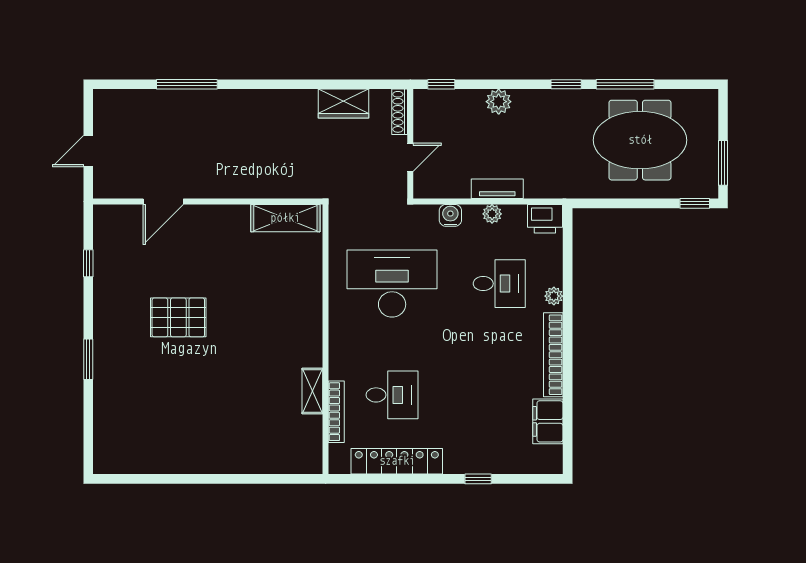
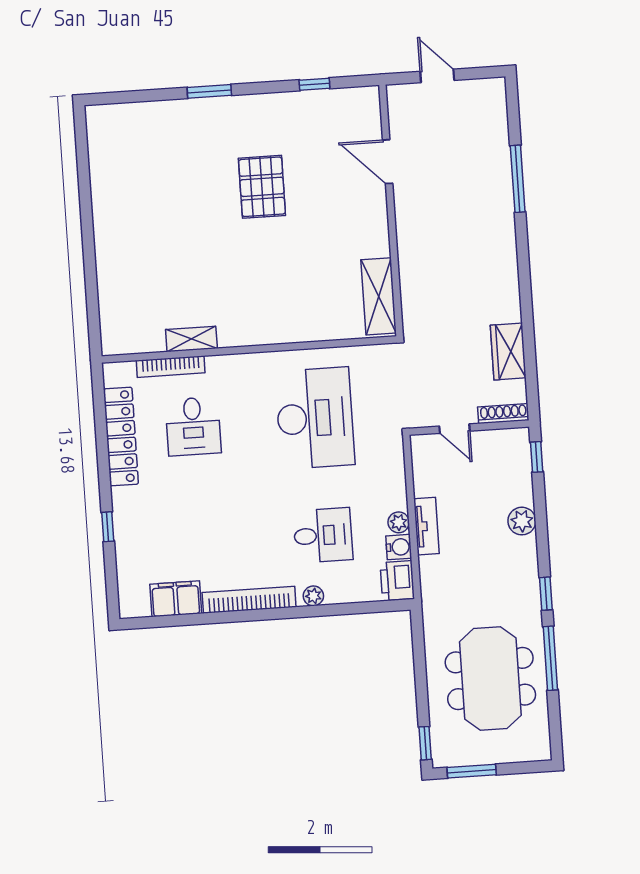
water cooler: (450, 215) -> (399, 547), moved
desk: (499, 284) -> (323, 535), turned -90

